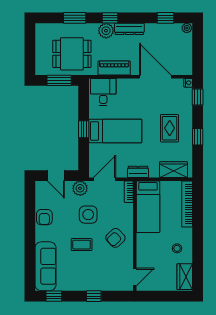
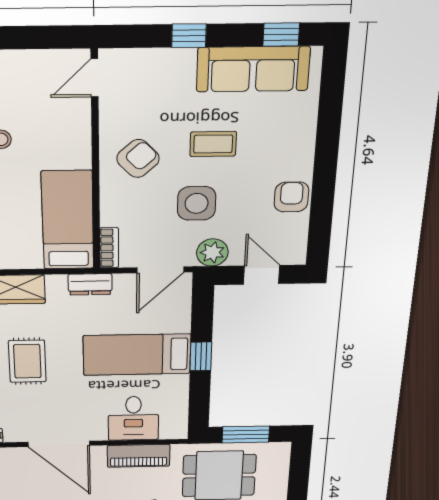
desk: (103, 92) -> (133, 418), moved
sofa: (45, 266) -> (253, 69), moved, turned -90

